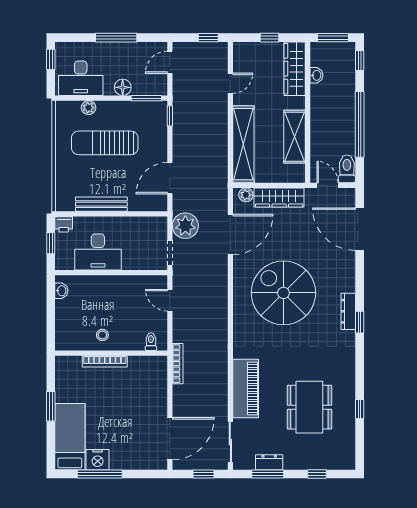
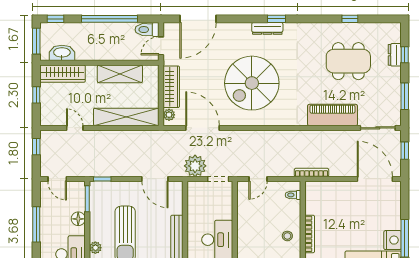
washbasin: (316, 75) -> (62, 53), width x1.91, depth x1.45
dresser: (269, 462) -> (395, 55), moved

